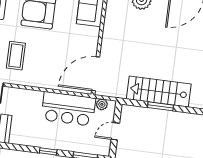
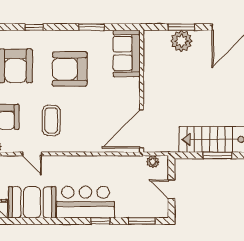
bar counter: (68, 109) -> (85, 202), moved, turned 180
door: (115, 131) -> (171, 189), hinge flipped

